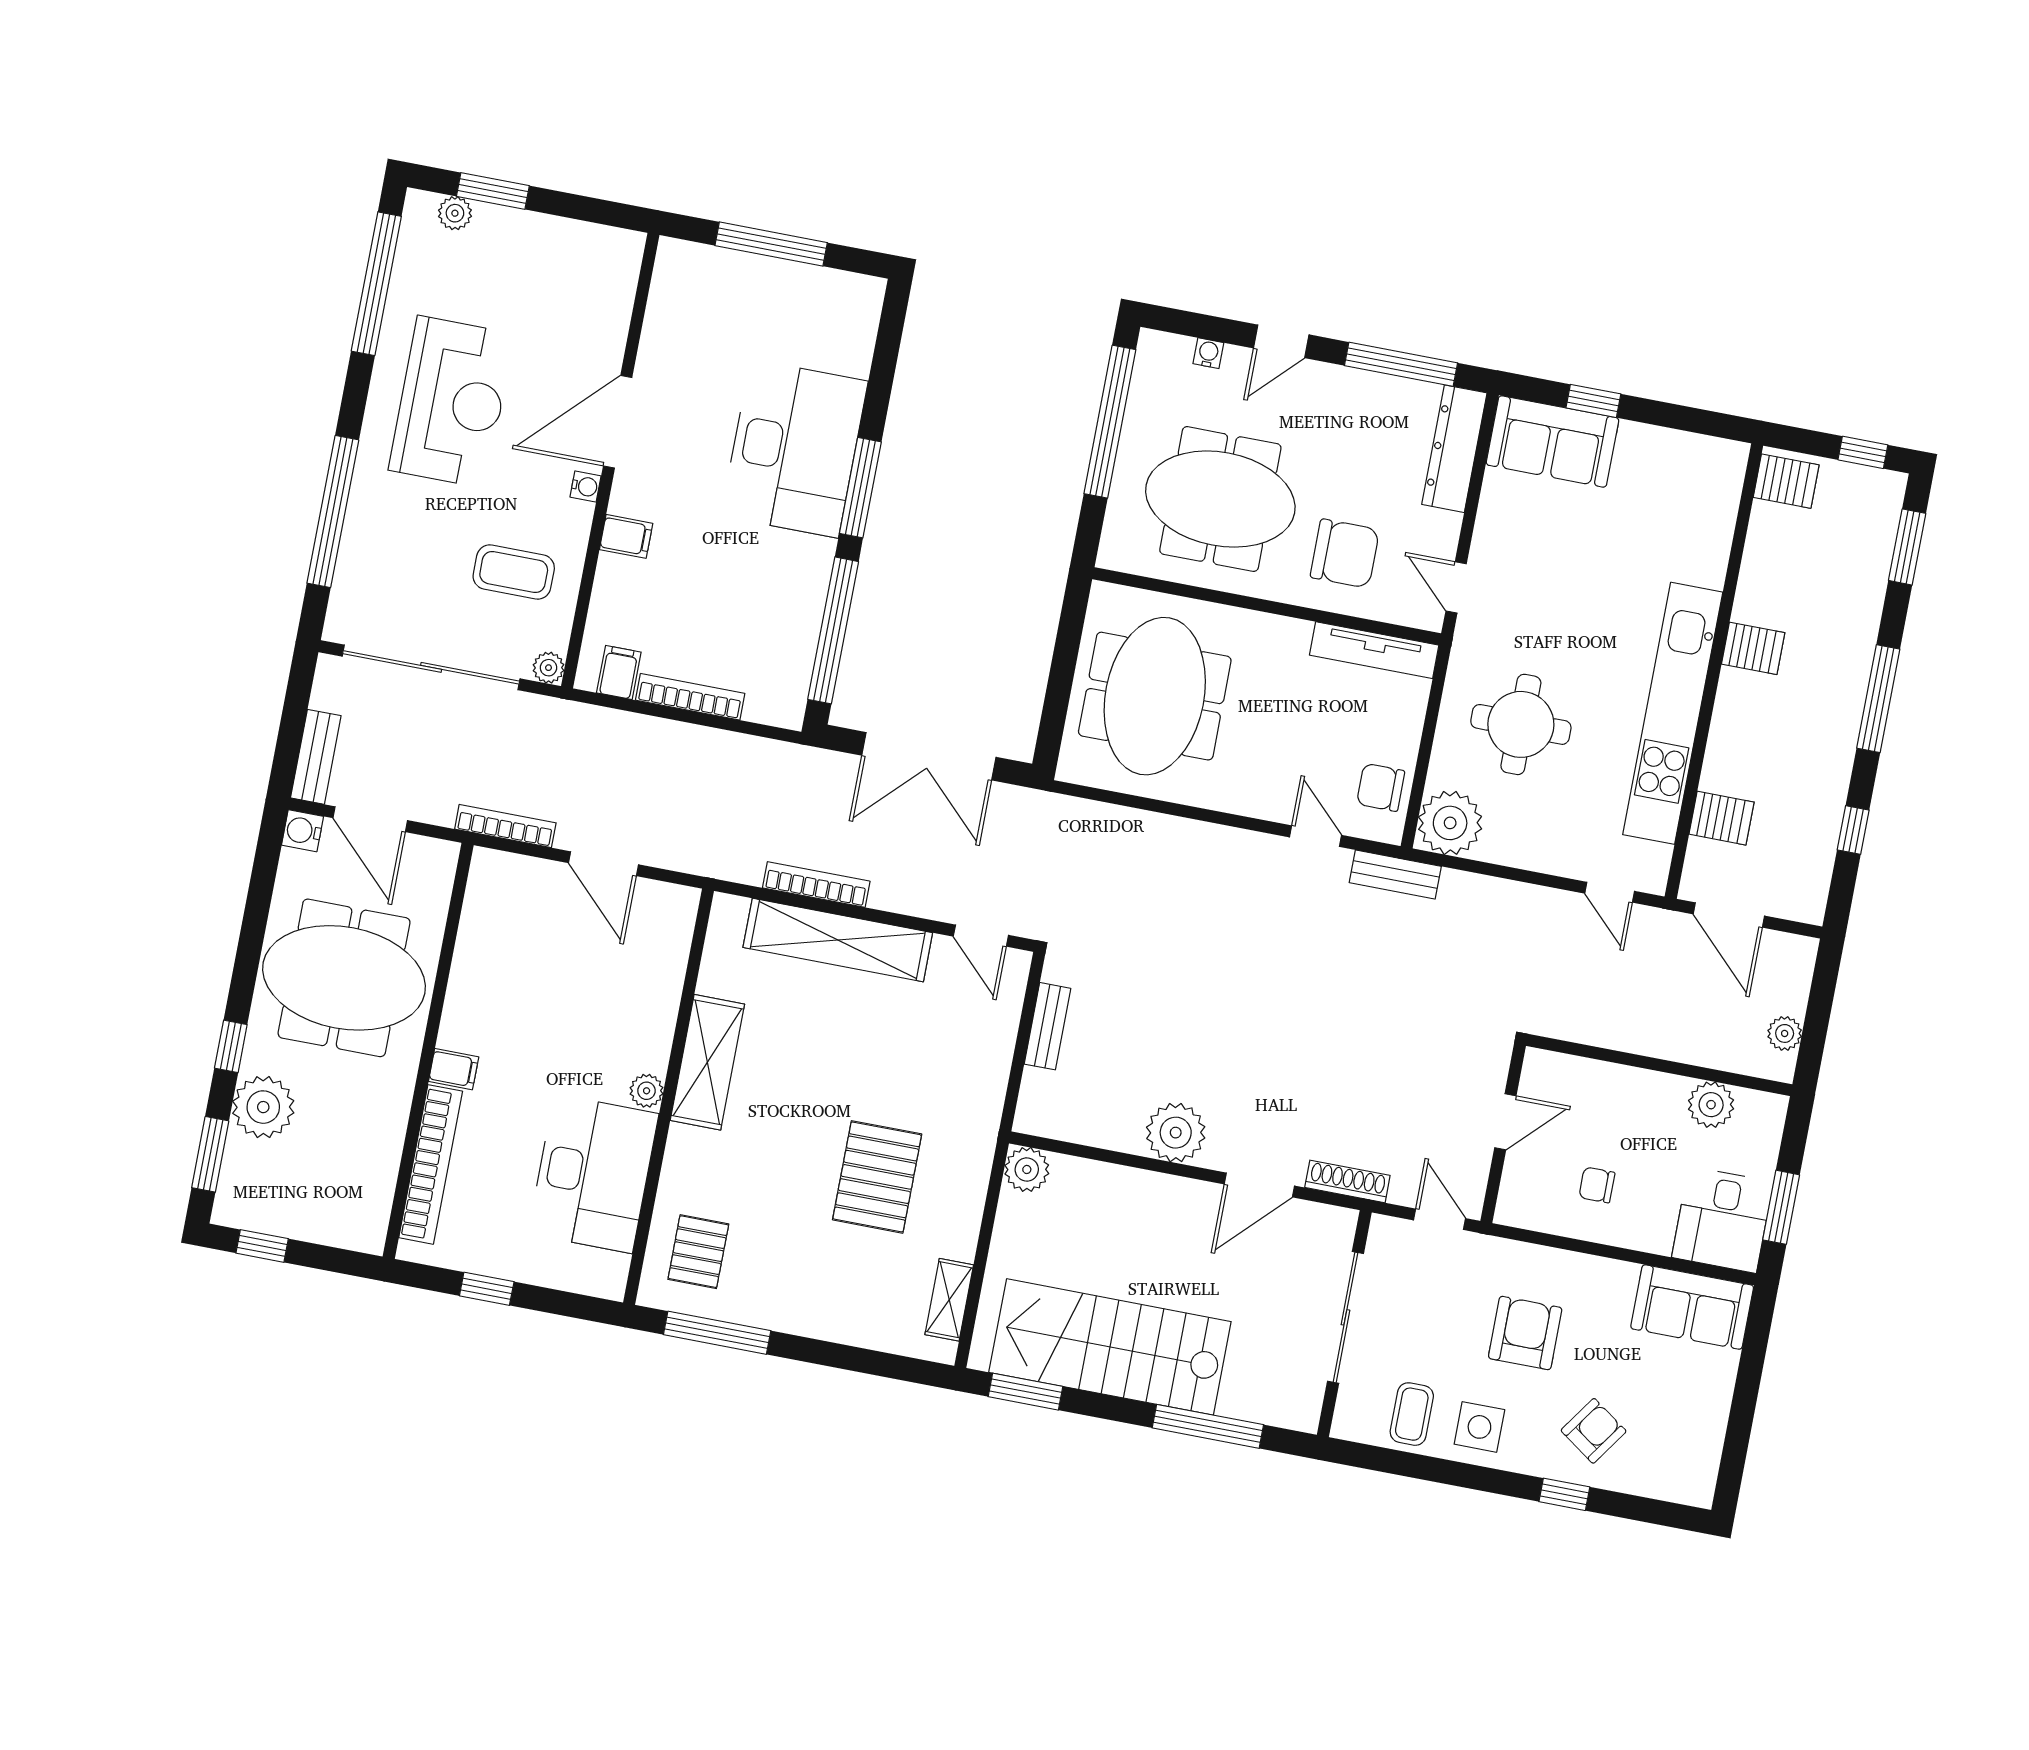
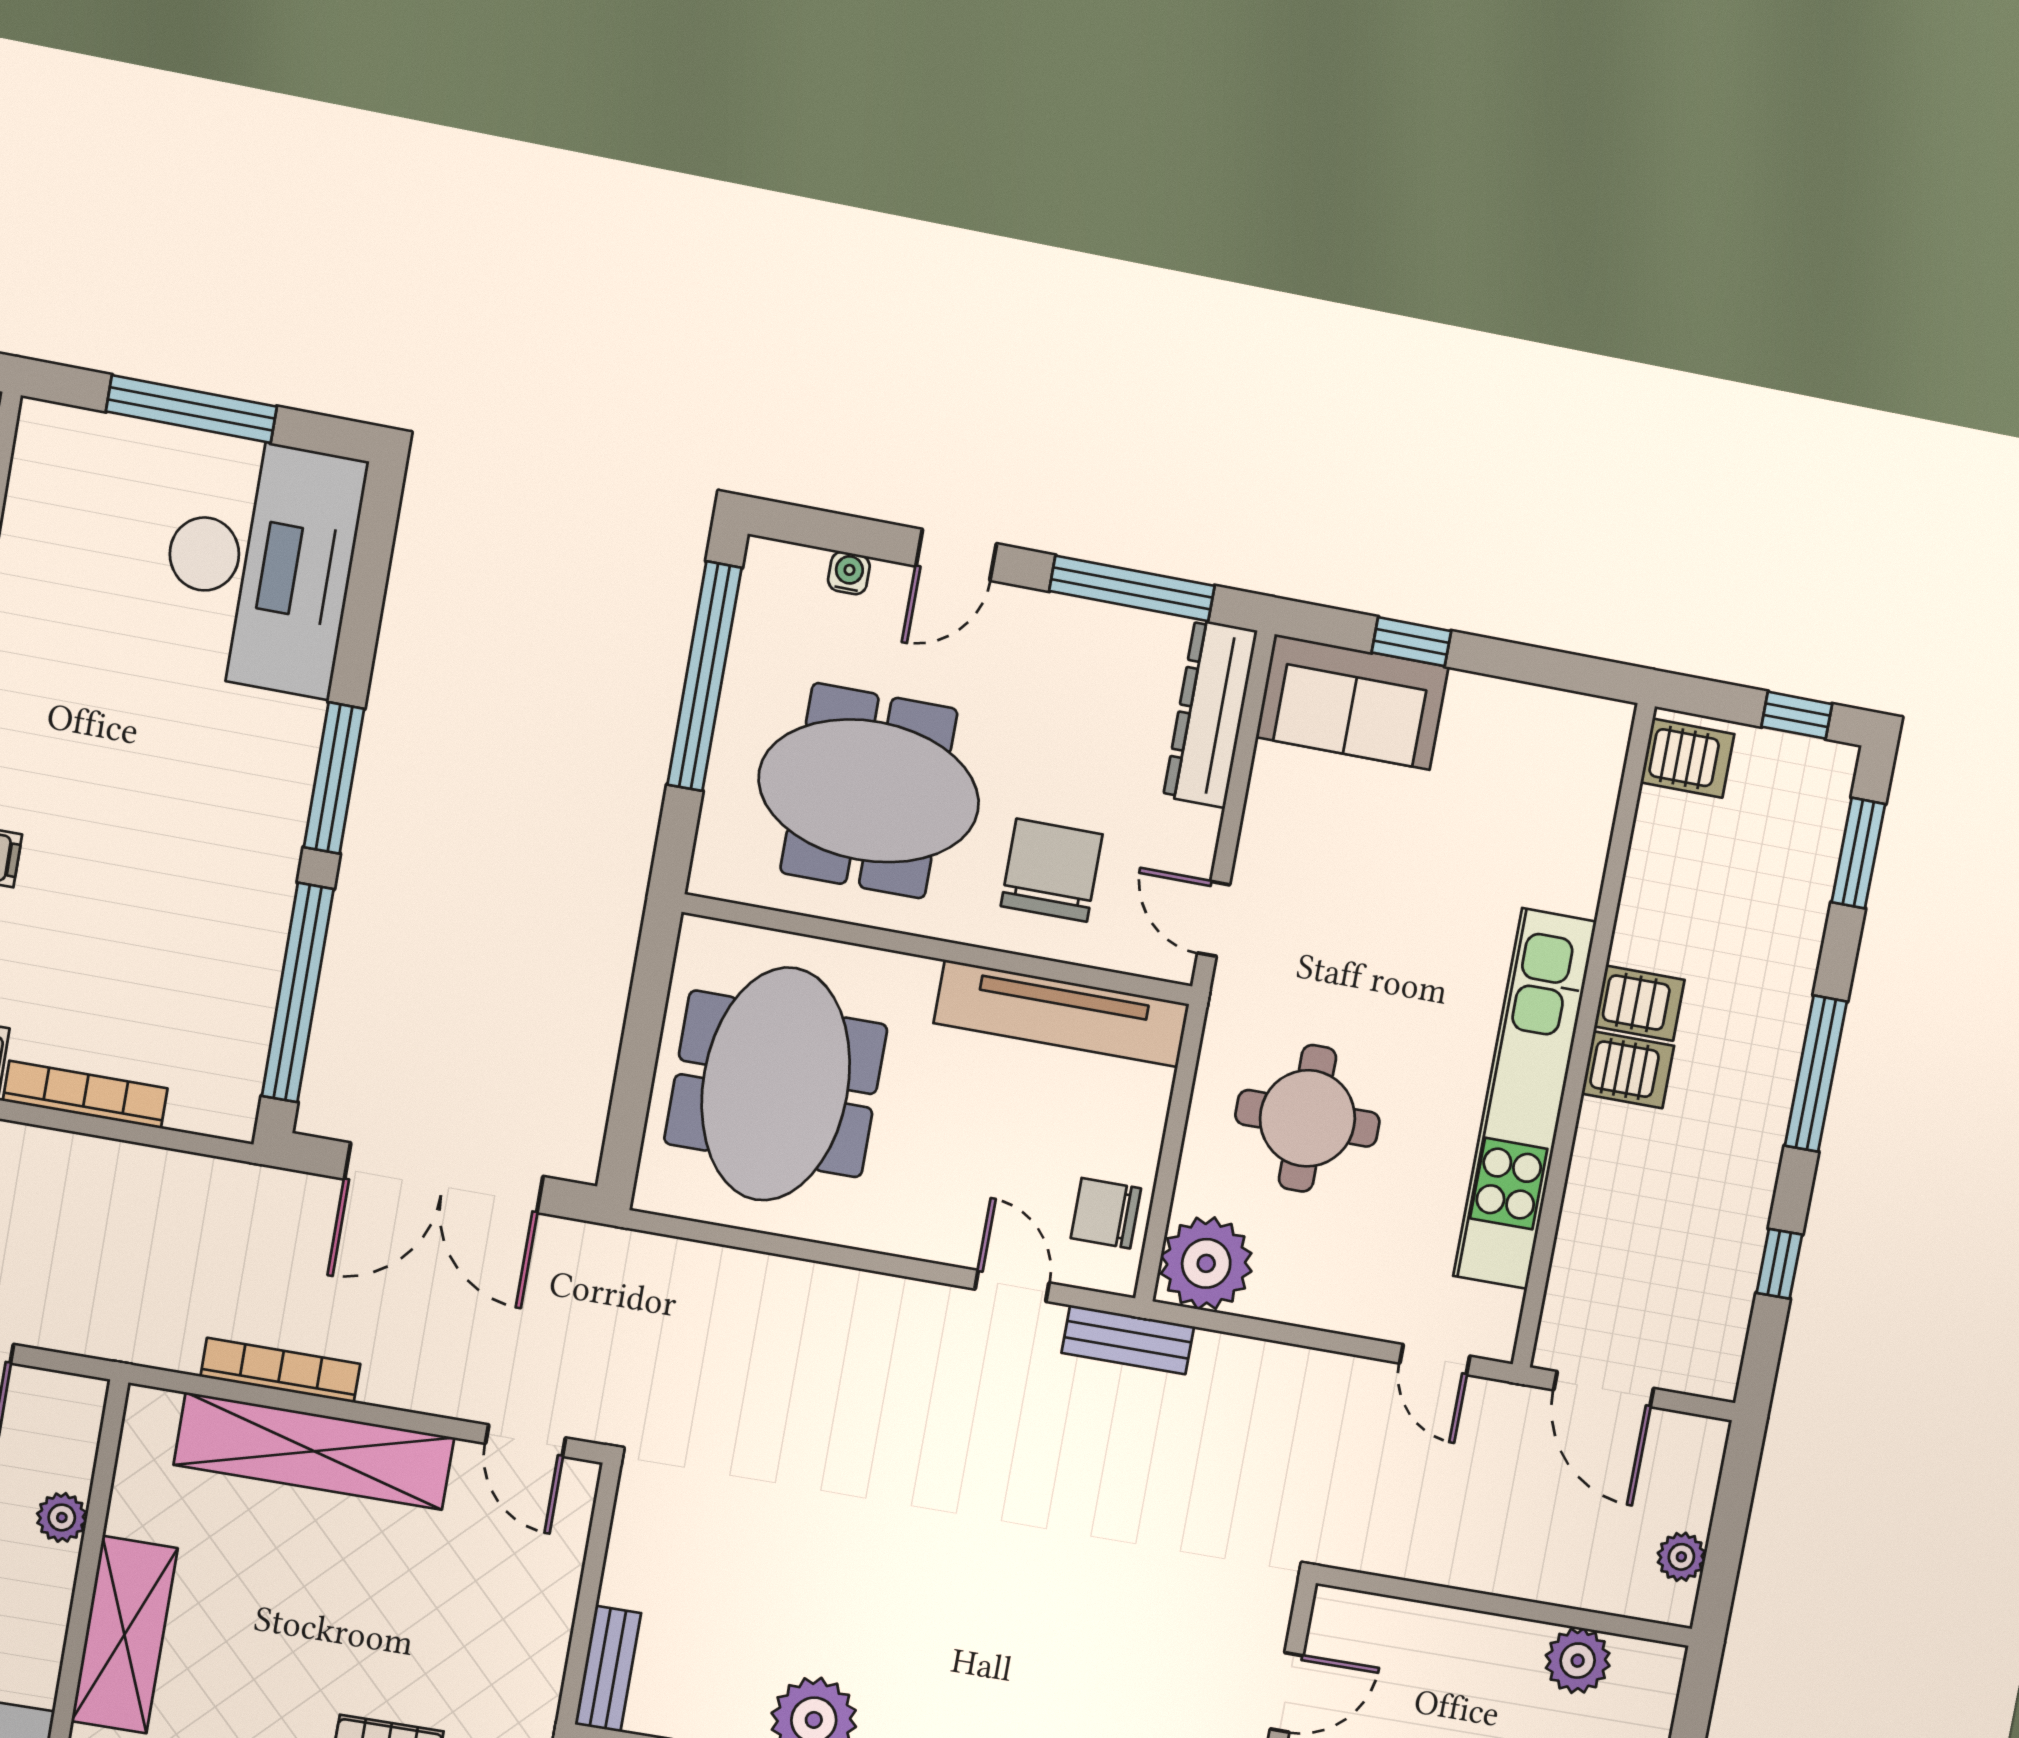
desk: (794, 449) -> (260, 564), moved
chair: (1345, 553) -> (1052, 870), turned -90
tv unit: (1374, 650) -> (1062, 1014), width x1.36, depth x1.29
server rack: (1722, 818) -> (1628, 1070), moved
bench: (1047, 1026) -> (608, 1669), moved
plant: (647, 1091) -> (62, 1517), moved

